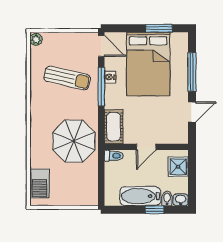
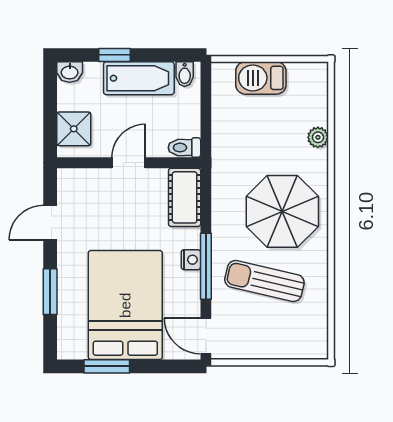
plant: (36, 39) -> (318, 137), moved
window: (192, 72) -> (50, 292), width x0.69
nightstand: (110, 77) -> (191, 260), moved
parasol: (74, 141) -> (282, 211), moved
barbecue: (39, 184) -> (261, 78), moved, turned -90
bidet: (167, 199) -> (185, 74), moved

